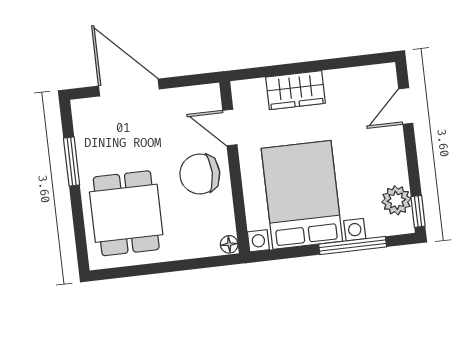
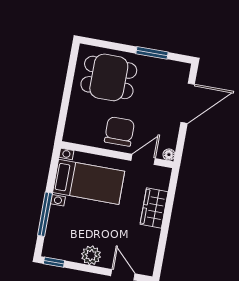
bed with nightstands: (302, 195) -> (89, 182), width x0.73
plant: (396, 200) -> (91, 255), moved
floor lamp: (229, 244) -> (169, 155), moved

